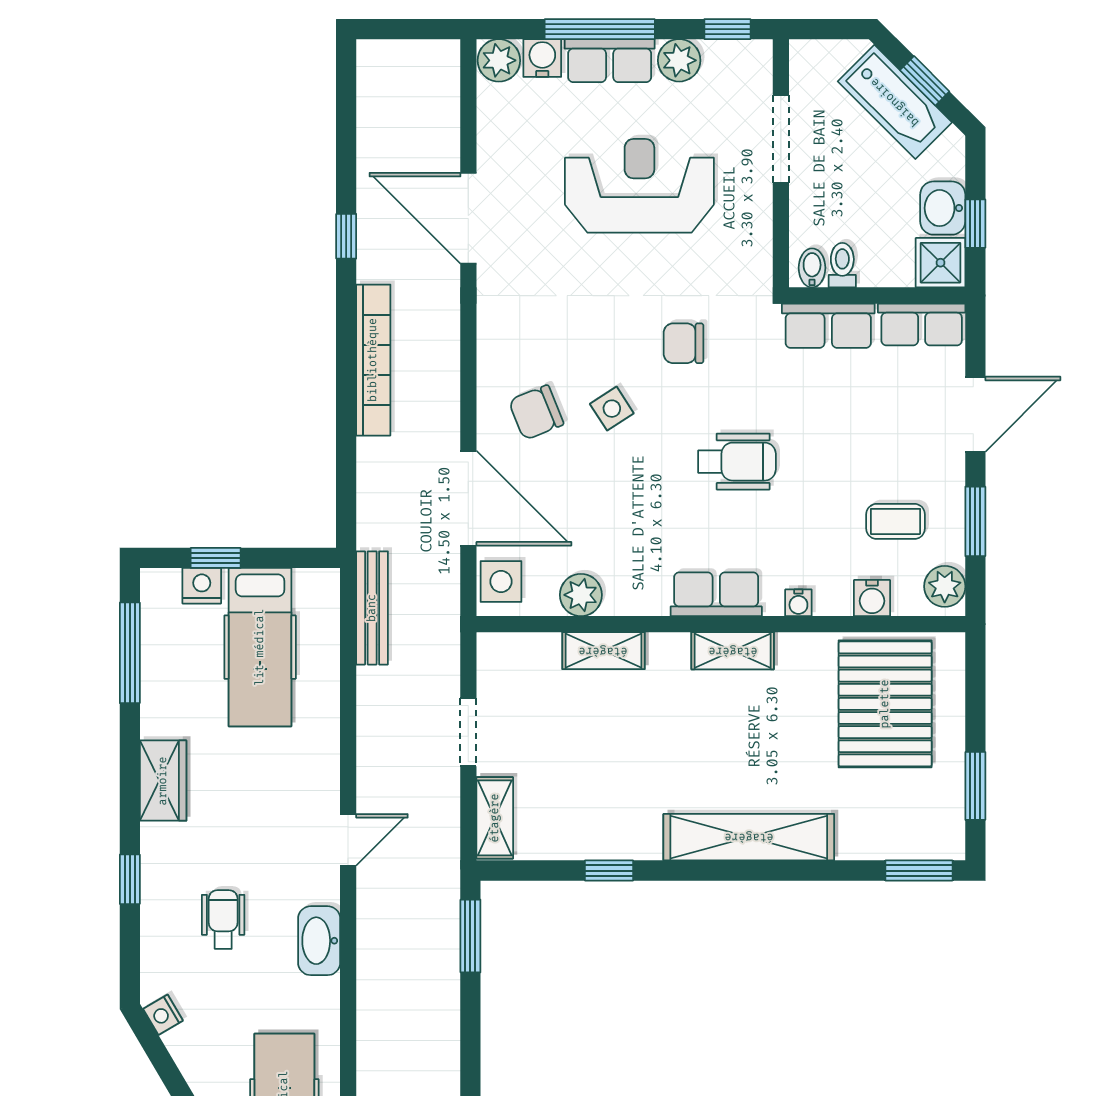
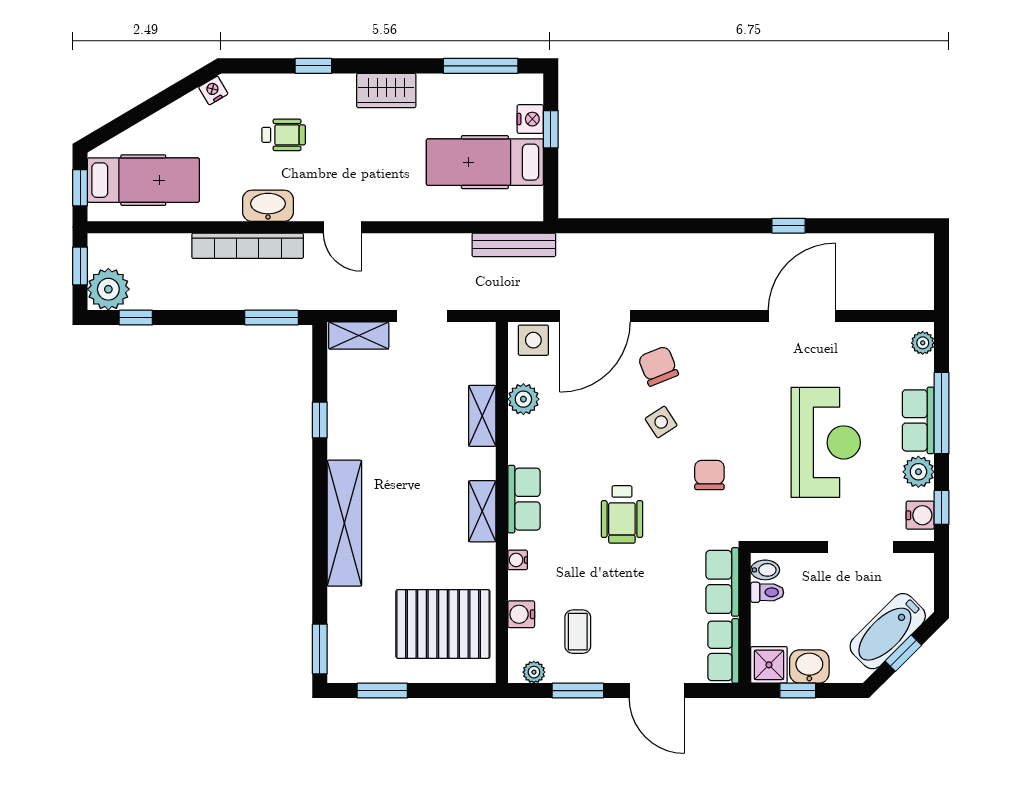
water cooler: (542, 58) -> (920, 515), moved
plant: (499, 60) -> (923, 343), width x0.73, depth x0.73
bookcase: (373, 360) -> (248, 246), moved
plant: (945, 586) -> (534, 672), width x0.73, depth x0.73

